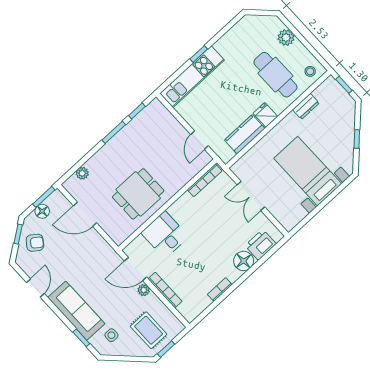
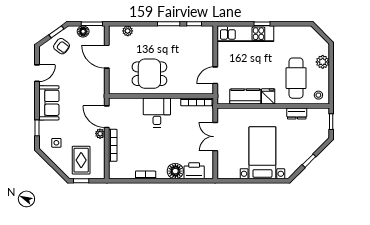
desk: (165, 235) -> (157, 113), moved
sofa: (76, 311) -> (49, 103), width x0.73

